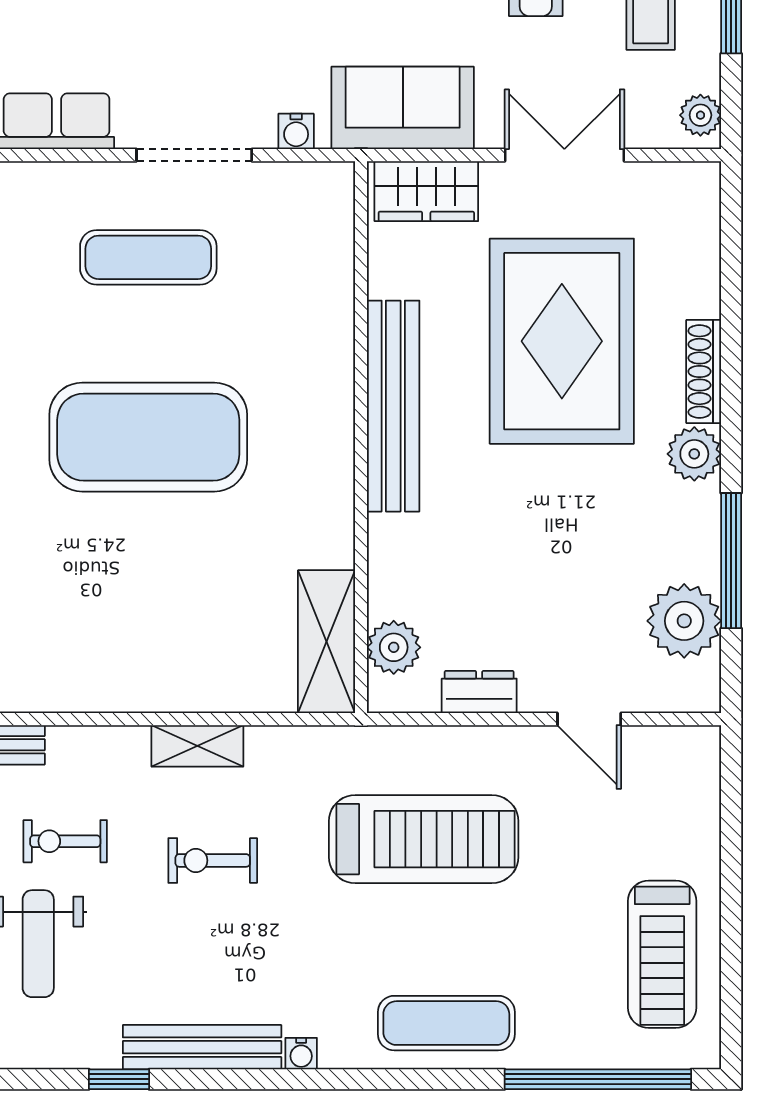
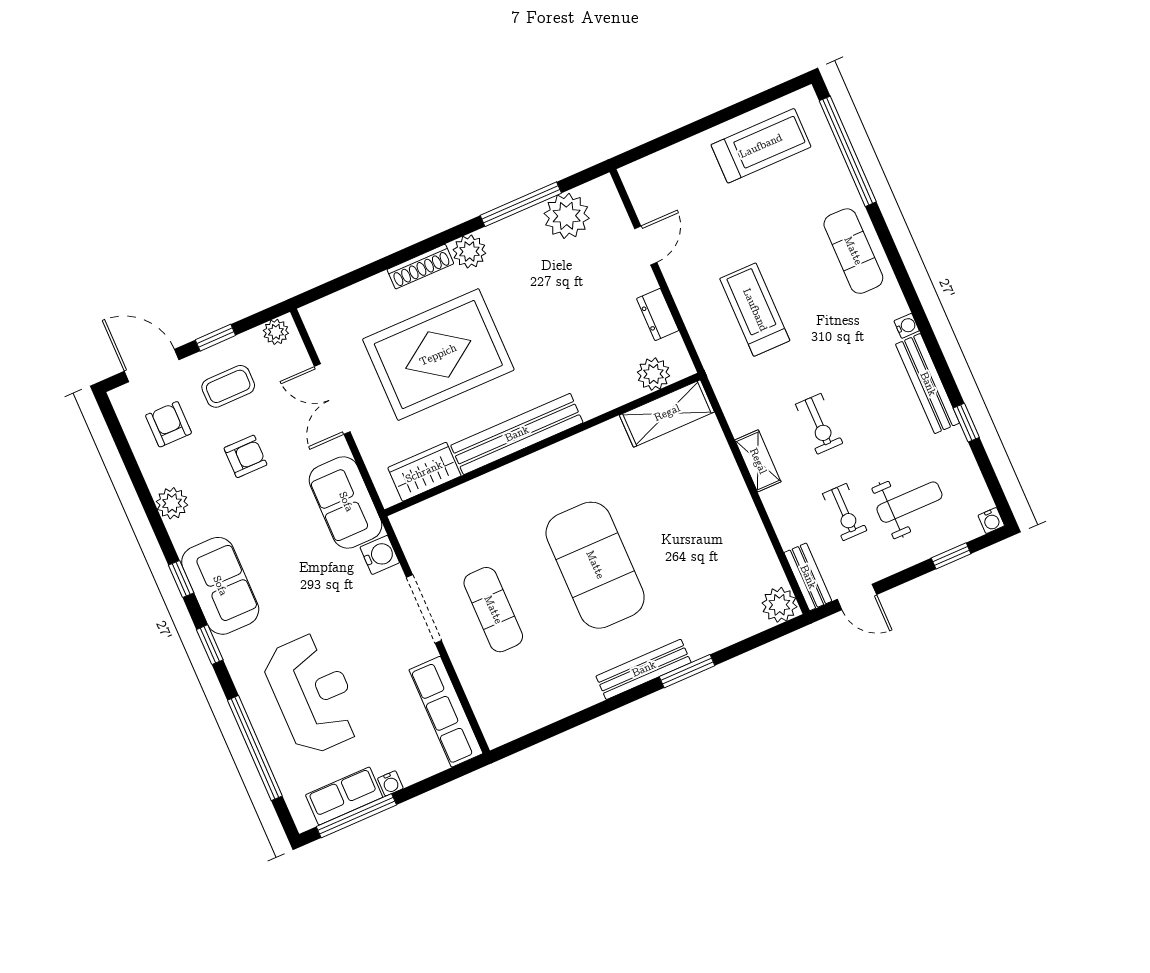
water cooler: (296, 131) -> (380, 555), width x1.38, depth x1.38
wardrobe: (426, 191) -> (424, 472), moved, turned -90
treadmill: (424, 839) -> (755, 310), width x0.73, depth x0.73

